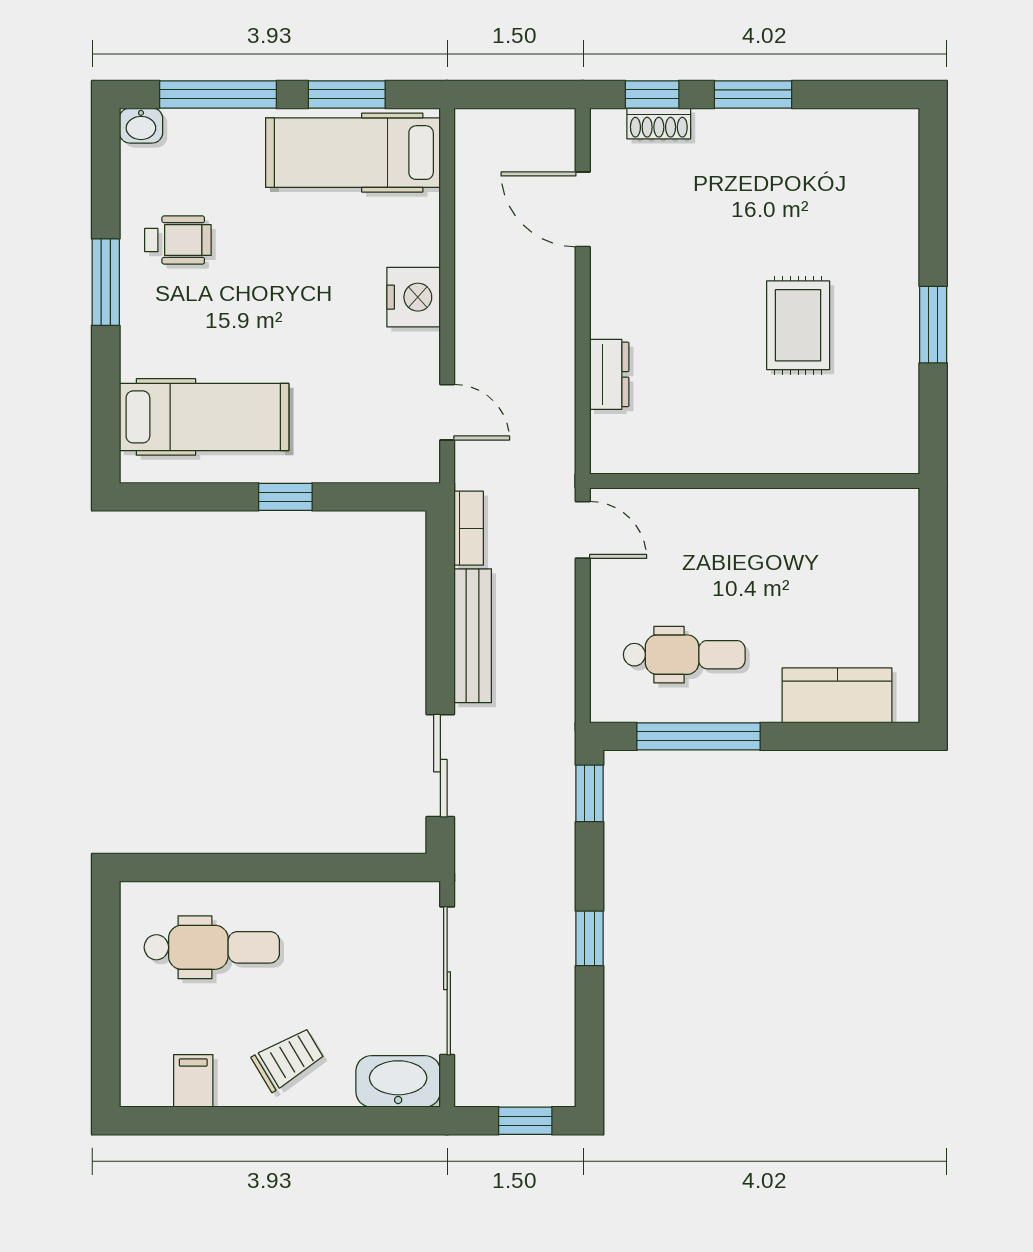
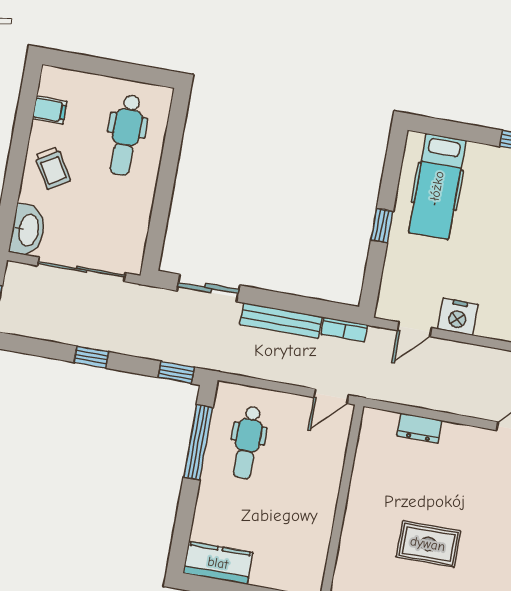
nightstand: (414, 297) -> (458, 317), moved
kitchen counter: (837, 695) -> (218, 563), moved, turned -90

